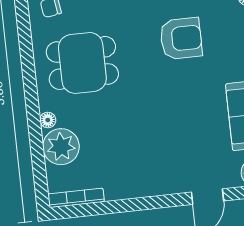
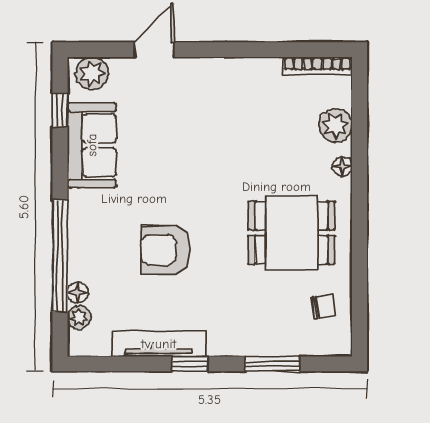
plant: (61, 147) -> (336, 125), width x0.73, depth x0.73

